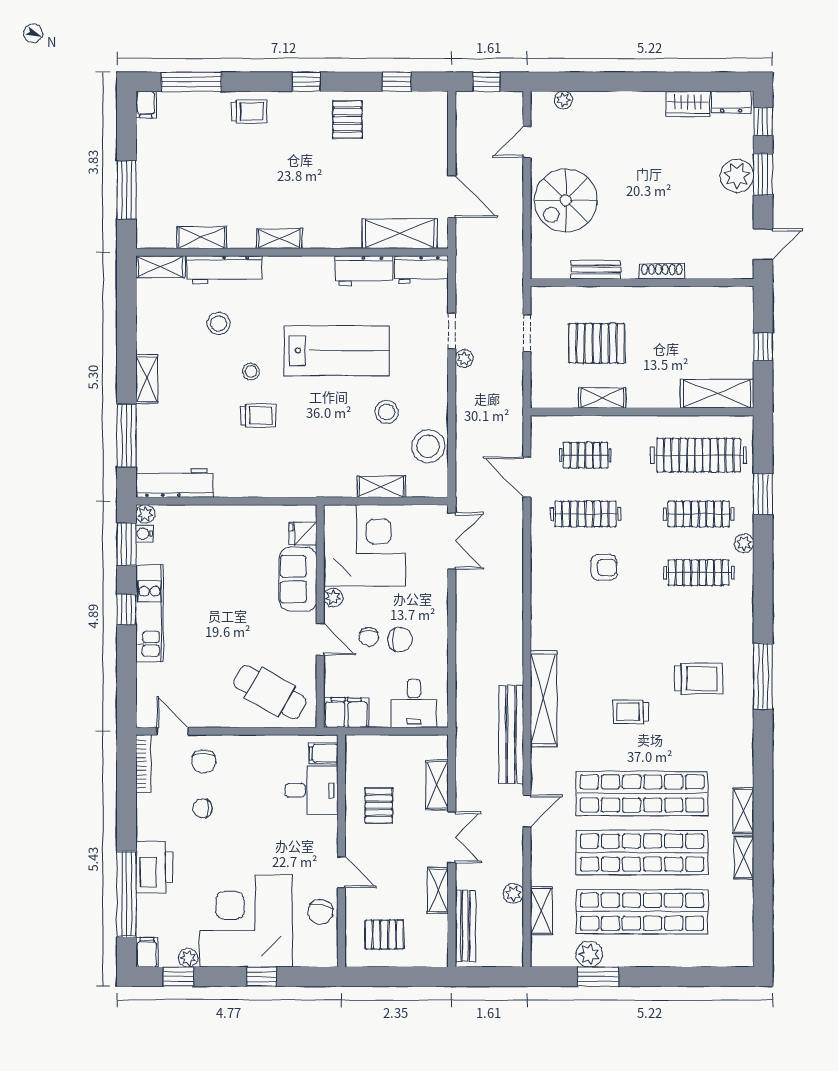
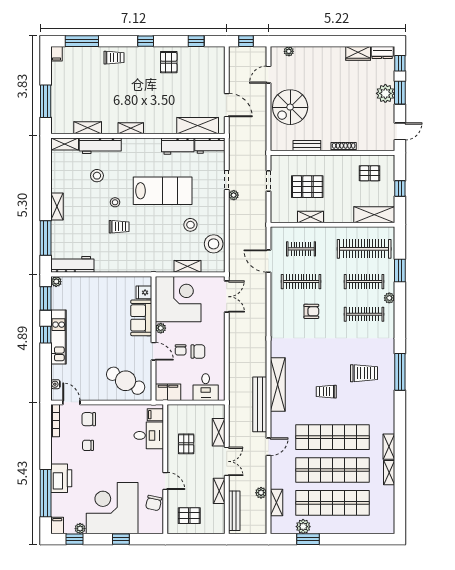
pallet: (708, 319) -> (369, 173), added
water cooler: (144, 534) -> (56, 384), moved
chair: (204, 761) -> (89, 419), turned 90

